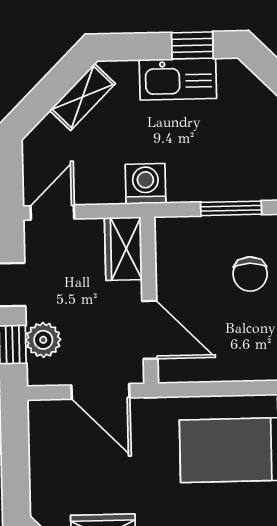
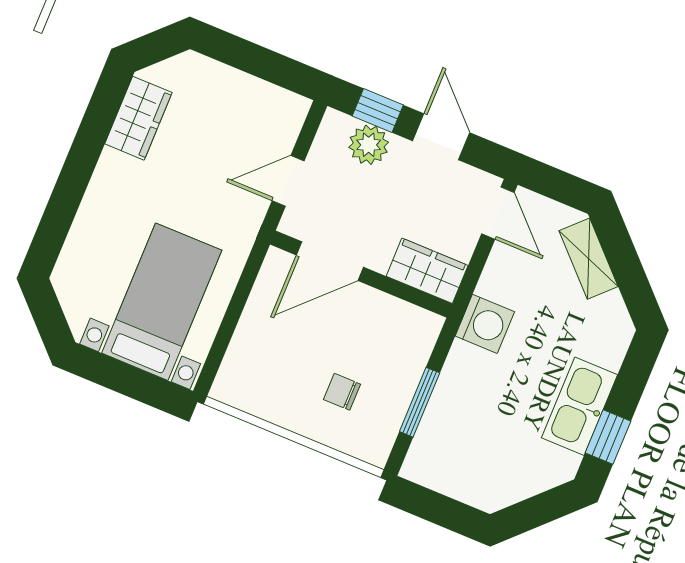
shelving: (82, 97) -> (589, 259), moved
chair: (250, 274) -> (342, 392), width x0.73, depth x0.73
door: (100, 391) -> (288, 181), width x0.73

